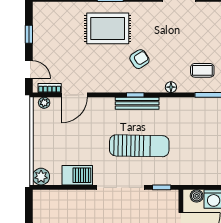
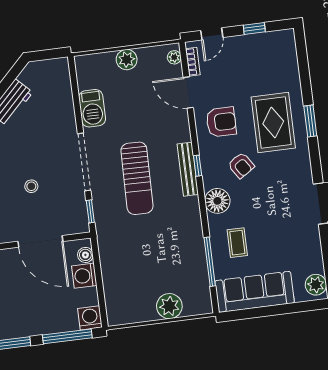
armchair: (102, 71) -> (221, 122), added
floor lamp: (171, 87) -> (217, 201), width x1.89, depth x1.89
plant: (41, 177) -> (127, 60), moved

